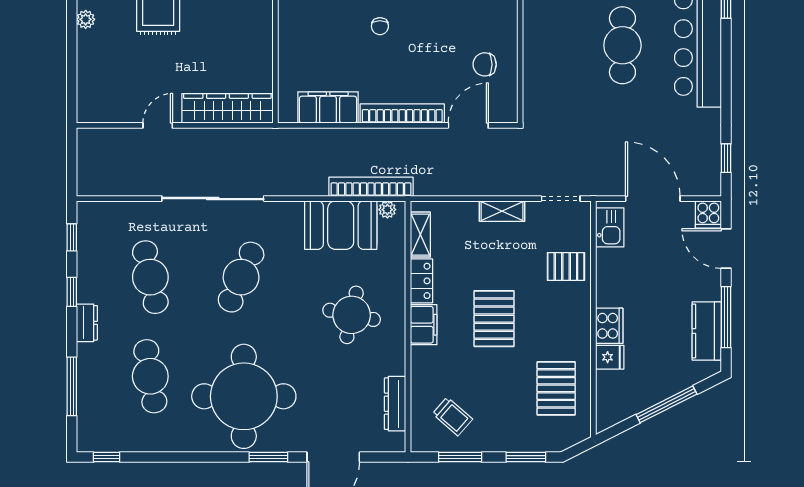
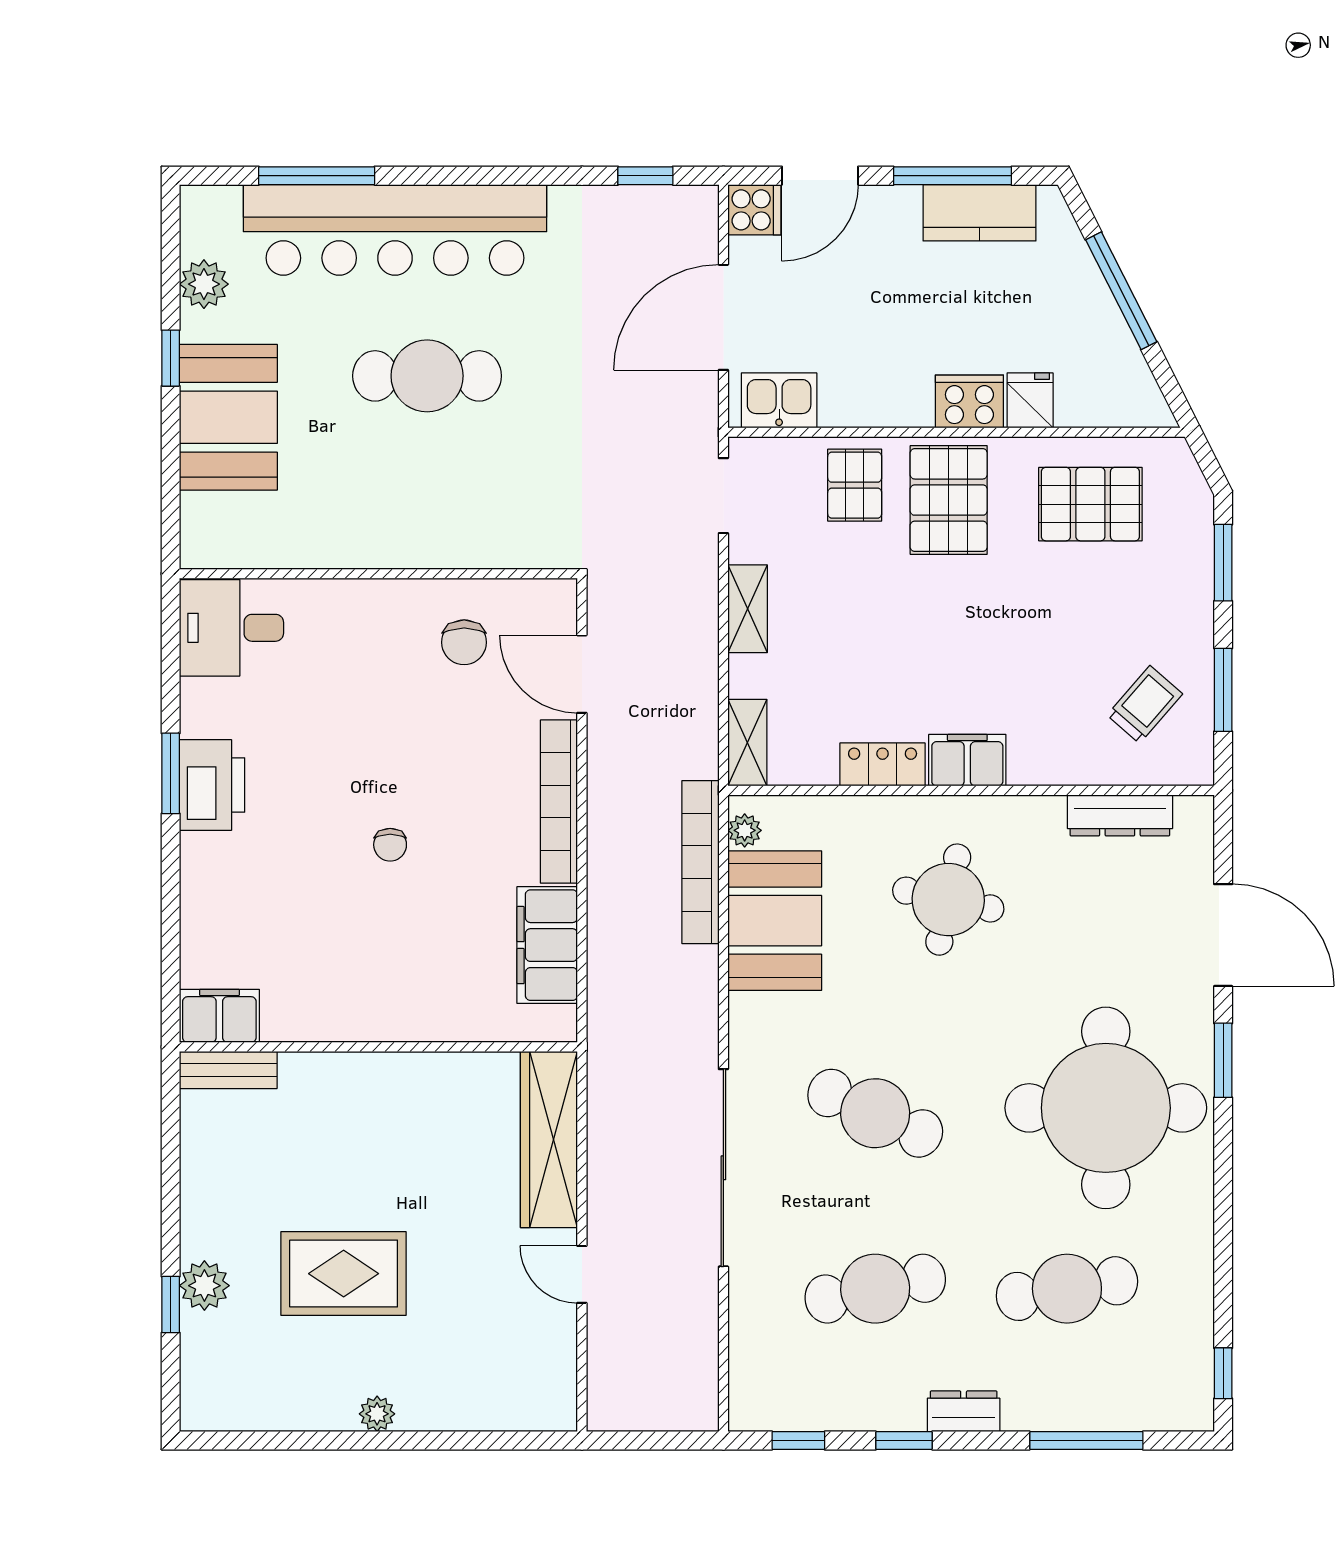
chair: (380, 26) -> (390, 845), turned 90
shelving: (420, 235) -> (747, 743), moved, turned 90
pallet: (494, 319) -> (949, 500), moved, turned 90

